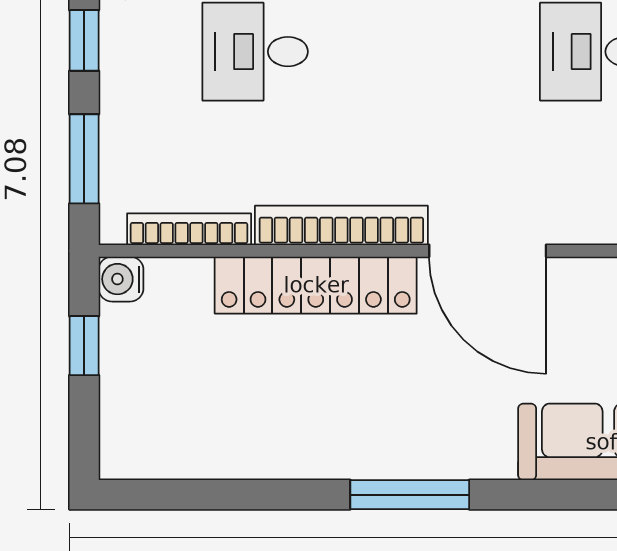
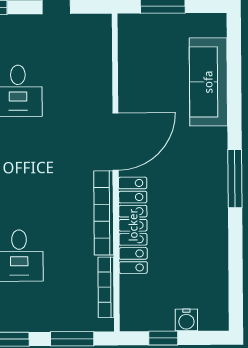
water cooler: (121, 279) -> (186, 320), moved

